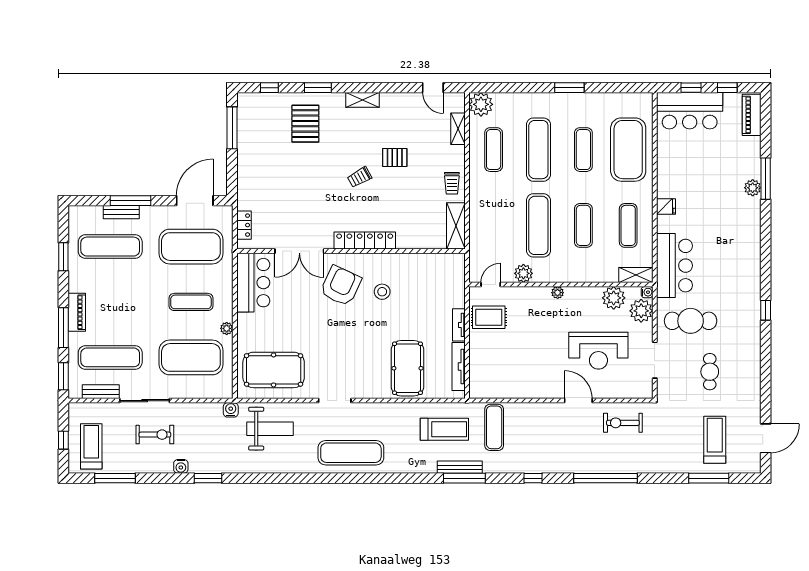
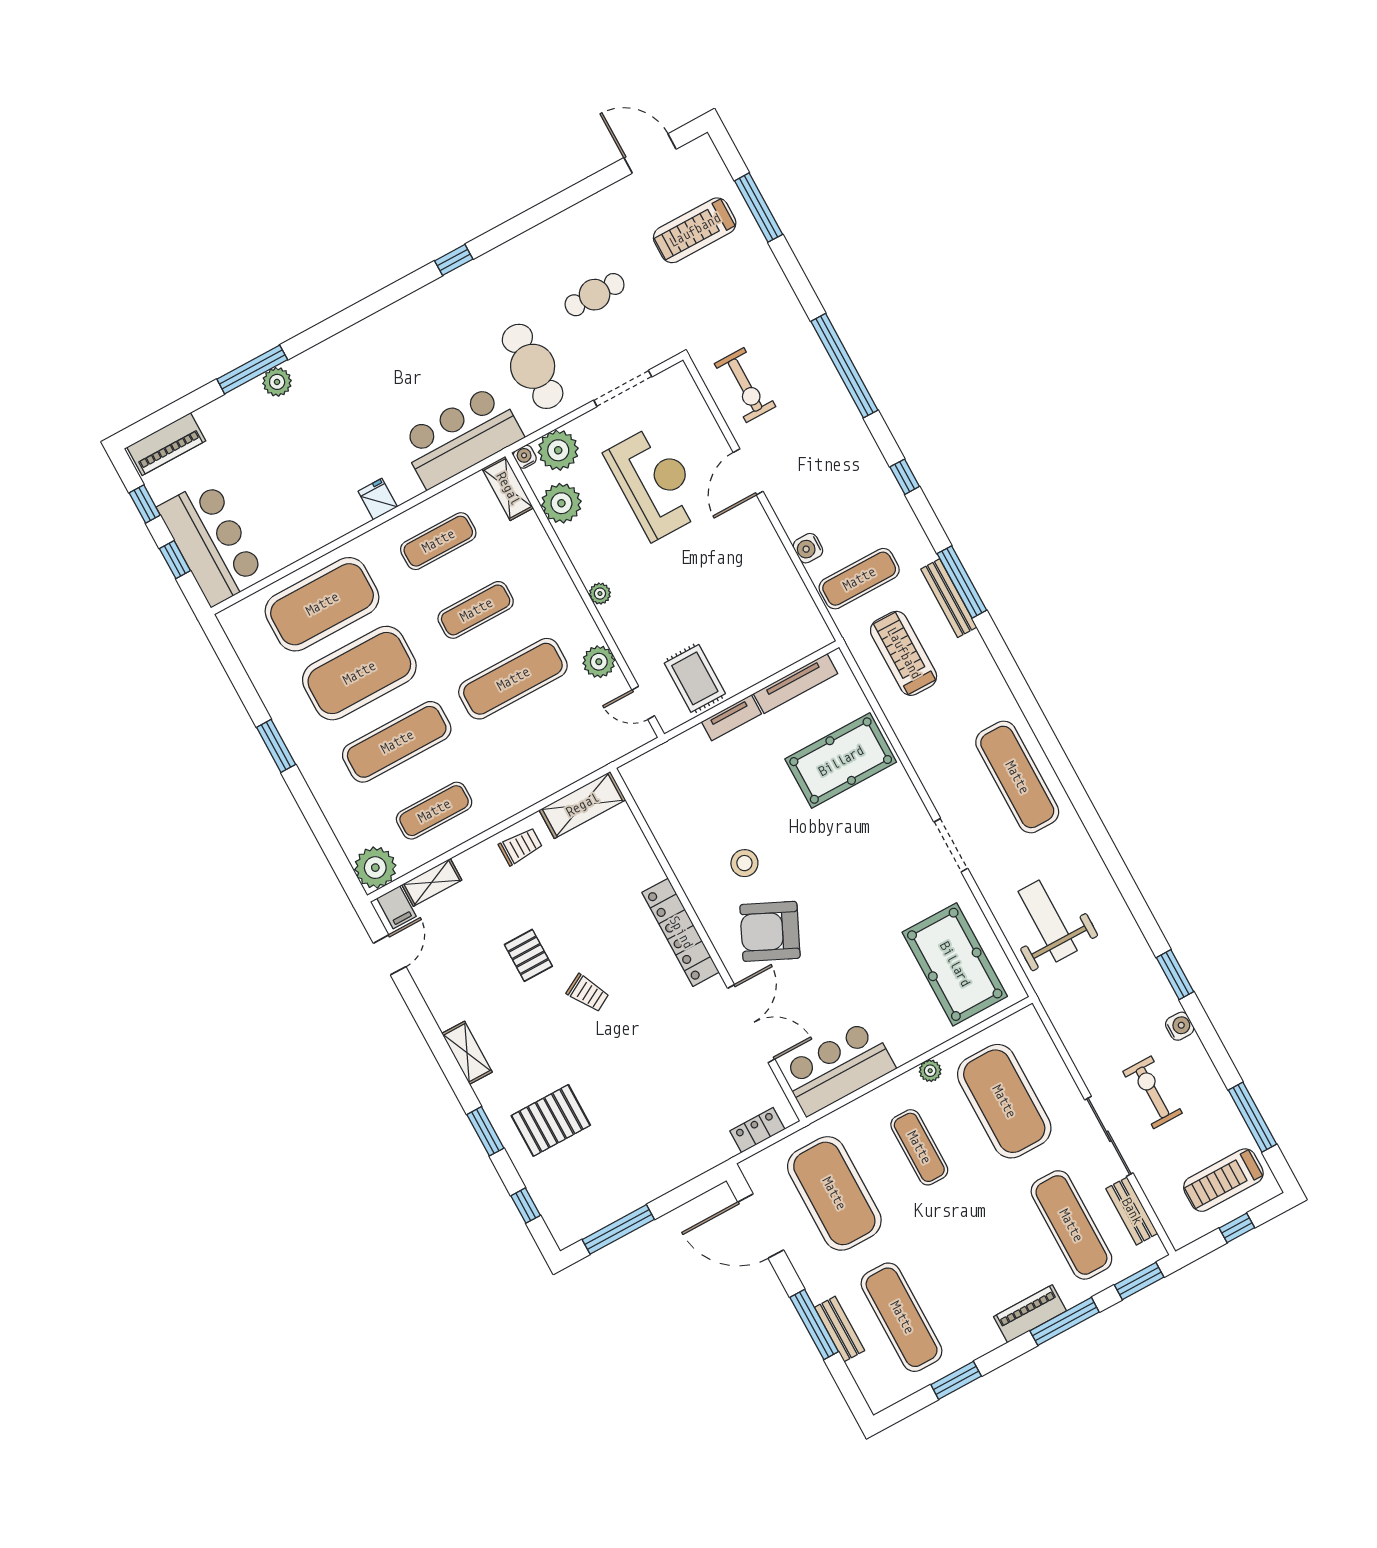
filing cabinet: (455, 104) -> (396, 907), added
exercise mat: (583, 150) -> (359, 673), width x2.00, depth x1.45
water cooler: (231, 410) -> (808, 548), moved

